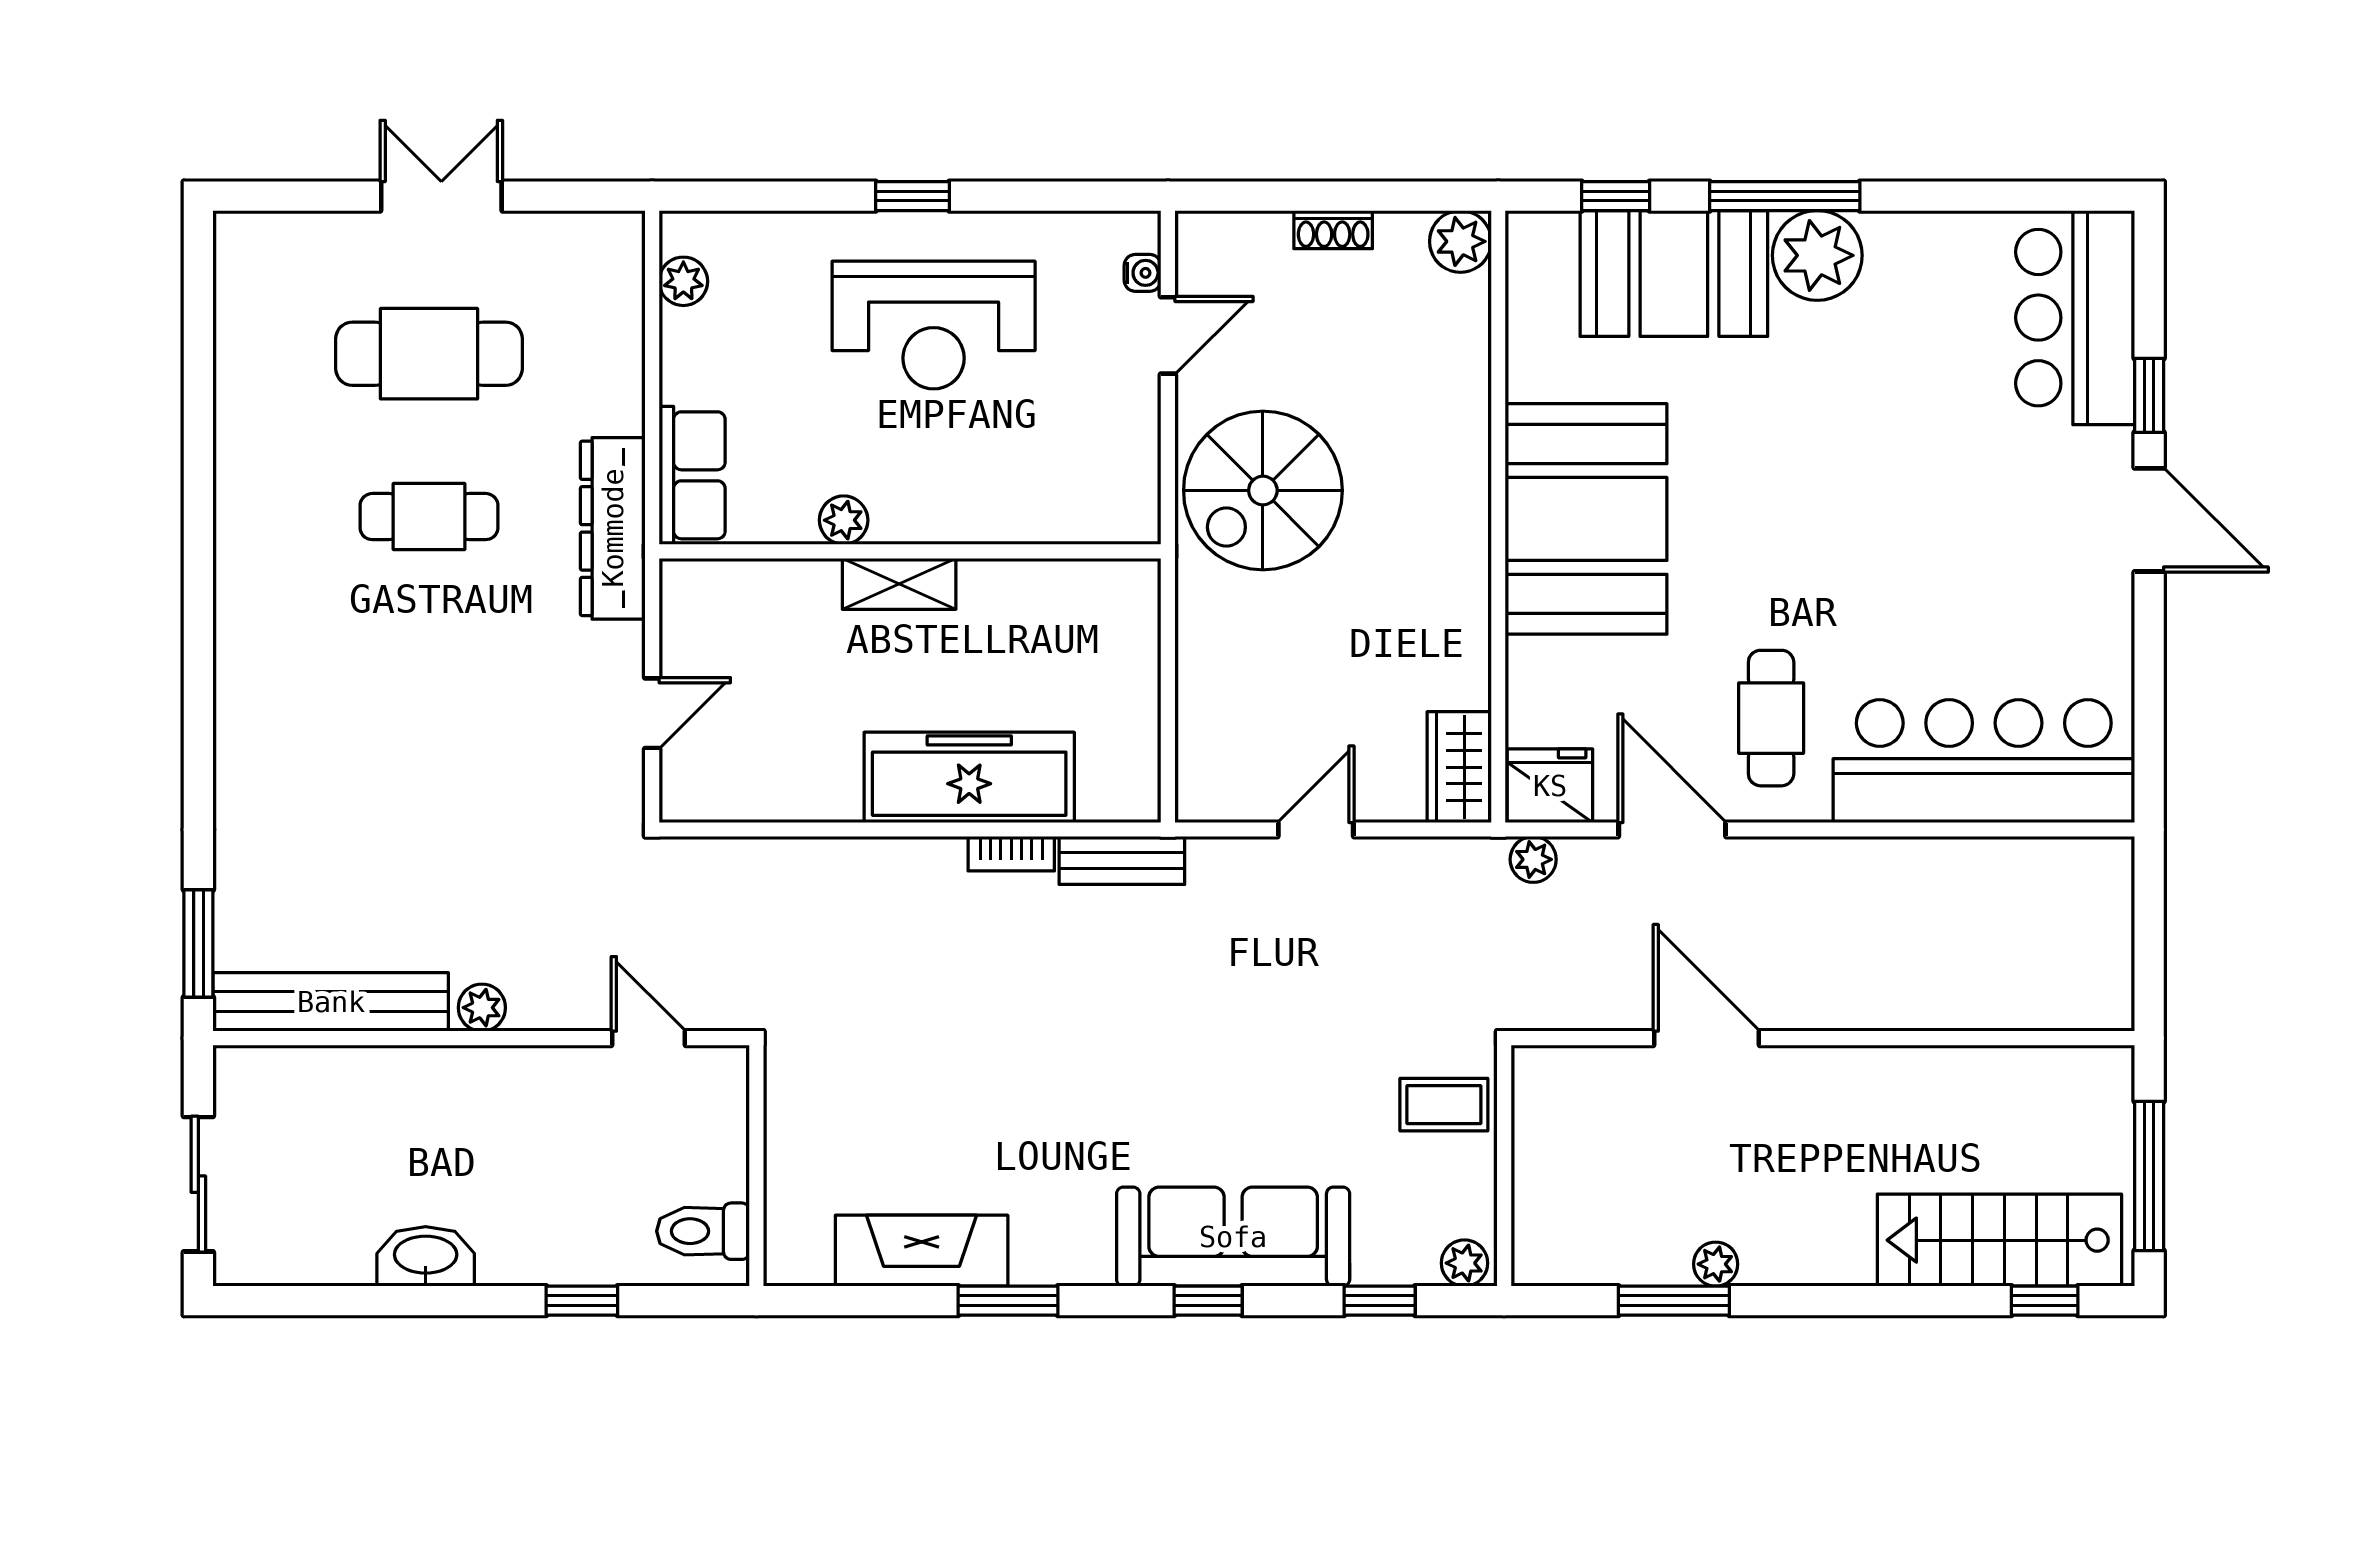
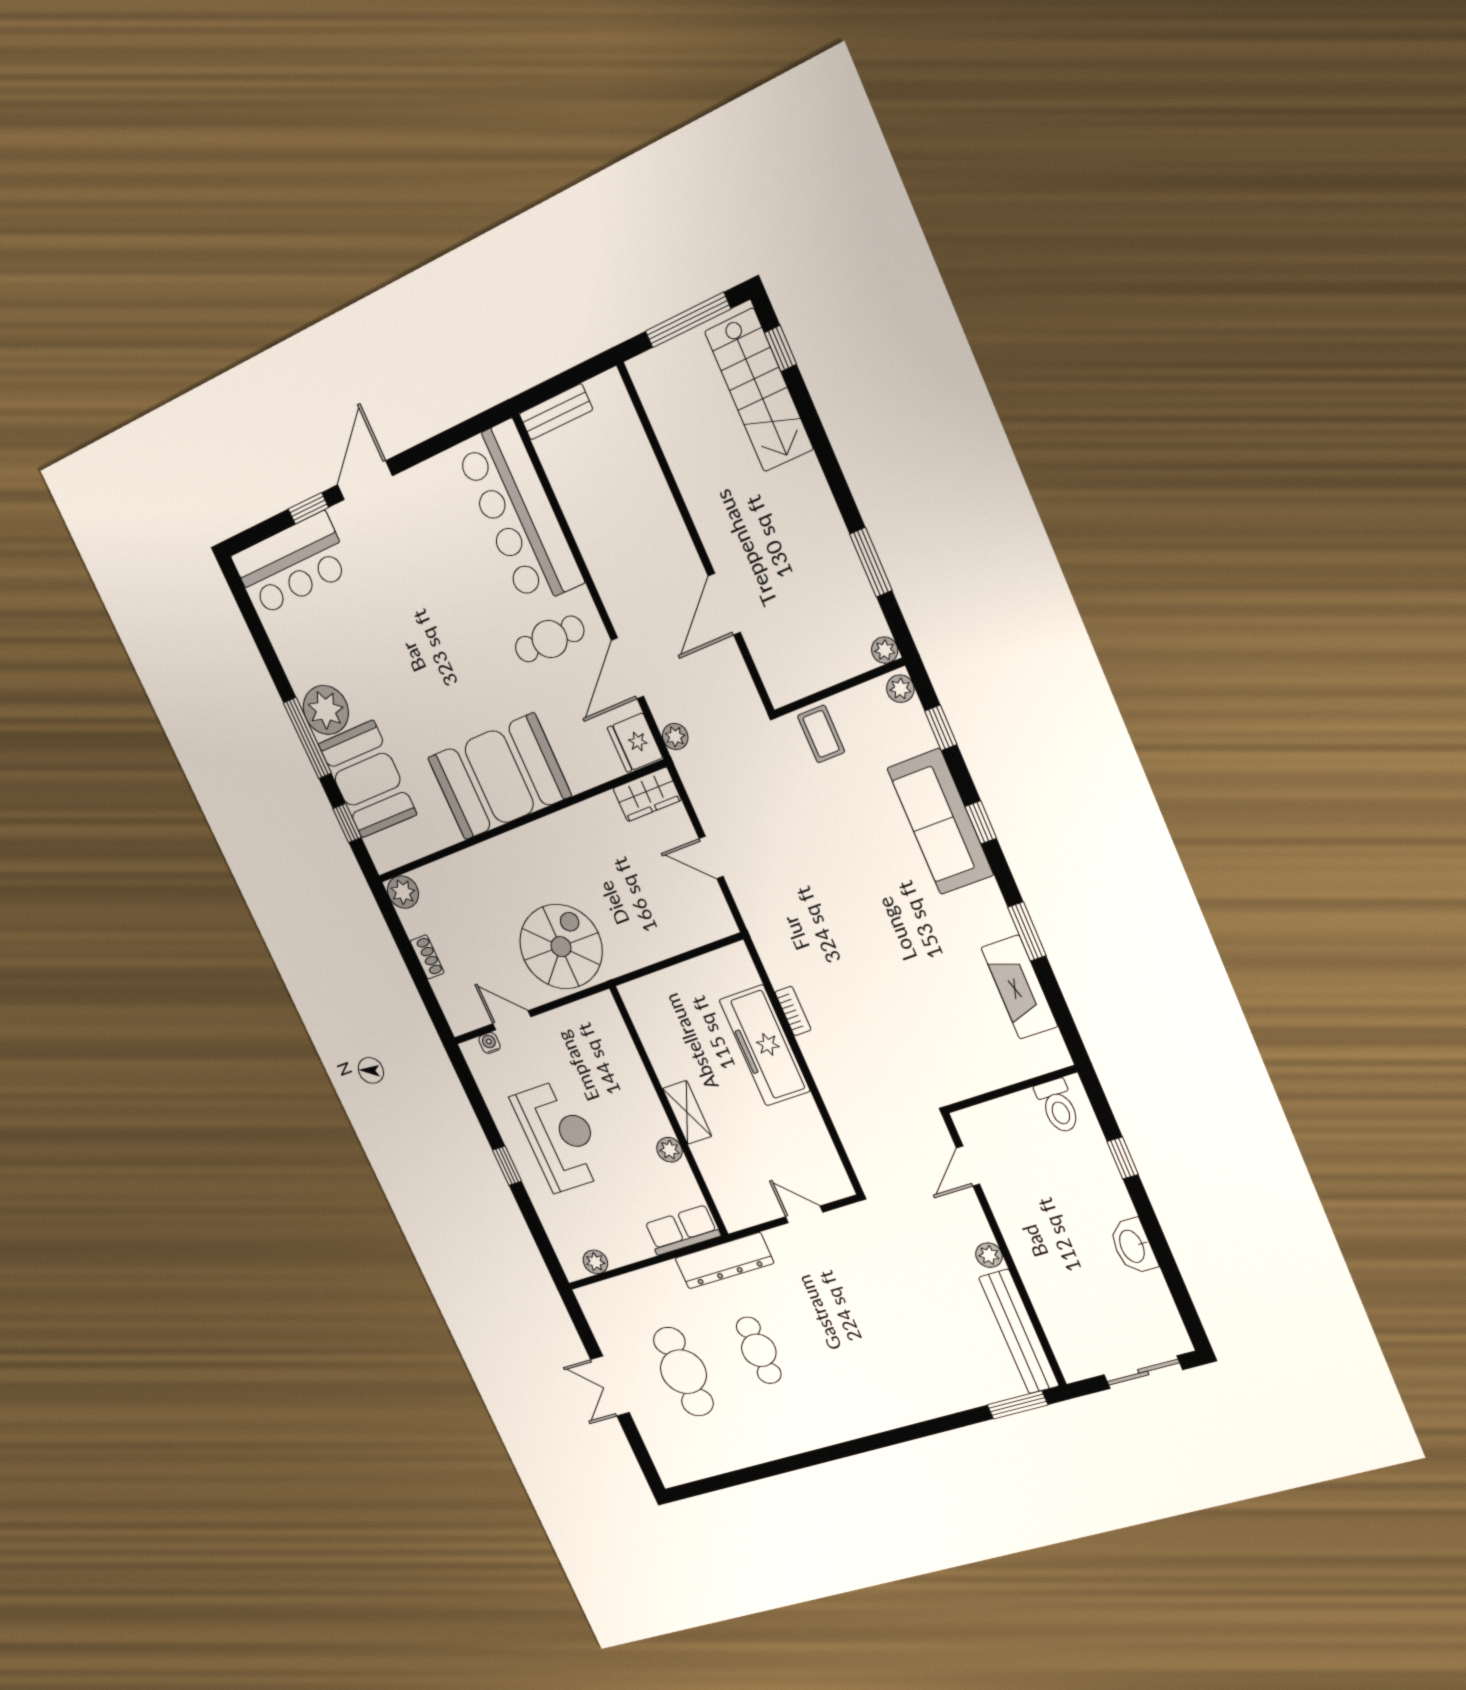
spiral stairs: (1263, 490) -> (561, 947), turned -90
bench: (1122, 860) -> (556, 412), moved, turned 90
plant: (1716, 1264) -> (885, 650), moved

